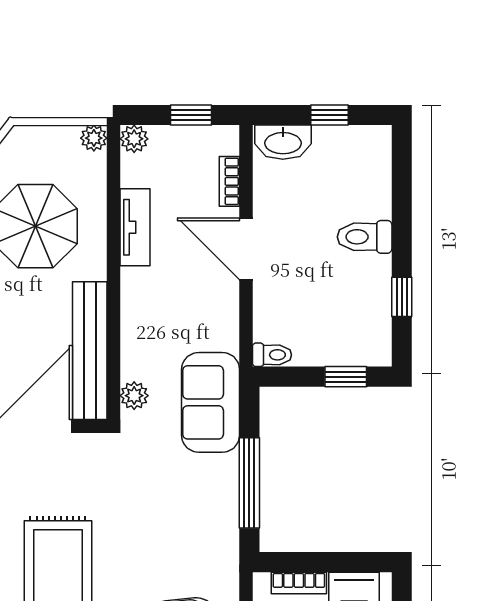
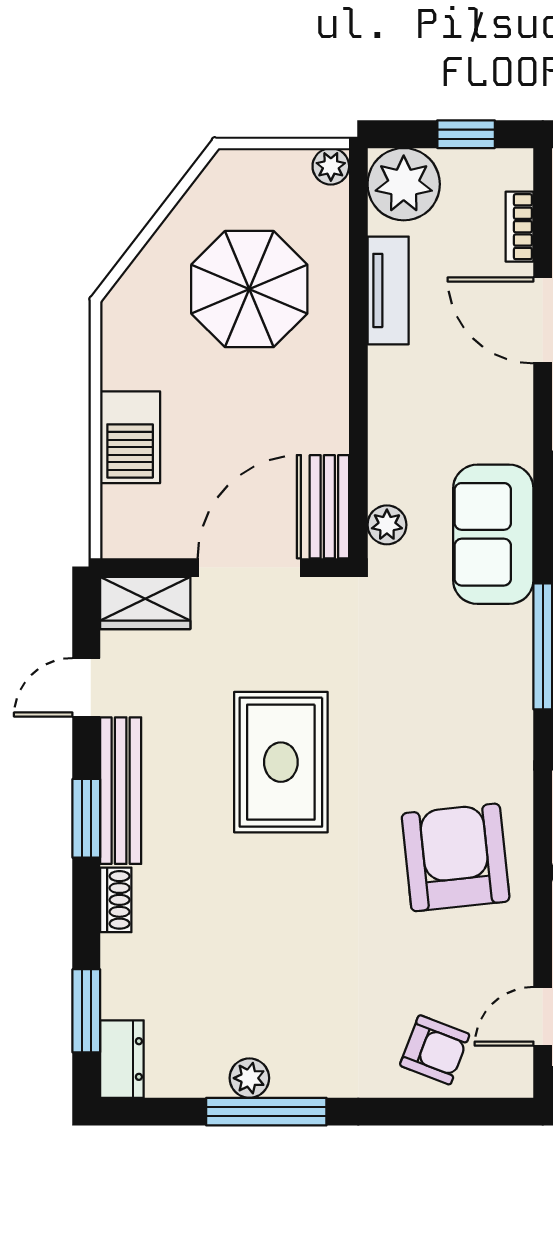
plant: (134, 139) -> (404, 184), width x1.87, depth x1.87
bench: (90, 351) -> (329, 507), width x0.54, depth x0.82

